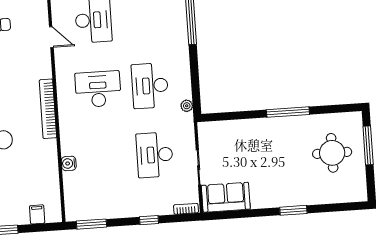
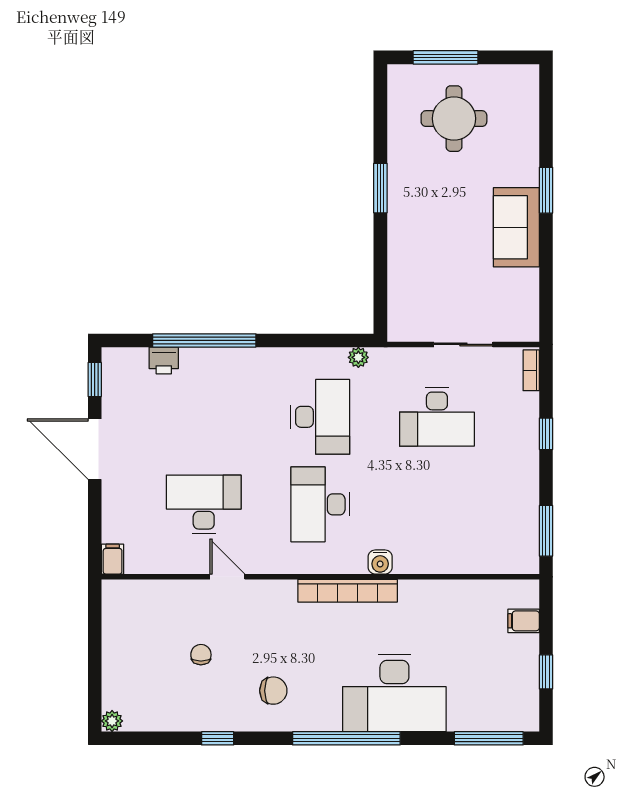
door: (51, 37) -> (227, 577), hinge flipped
desk: (150, 86) -> (320, 417), turned -90
window: (288, 112) -> (380, 188), width x0.69
water cooler: (69, 163) -> (380, 562), moved
sofa: (226, 197) -> (516, 227), moved

